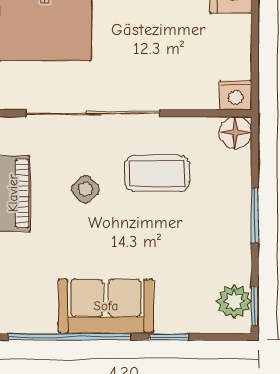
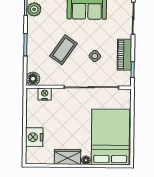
nightstand: (236, 95) -> (45, 94), moved
coffee table: (157, 174) -> (64, 50), moved, turned -55

